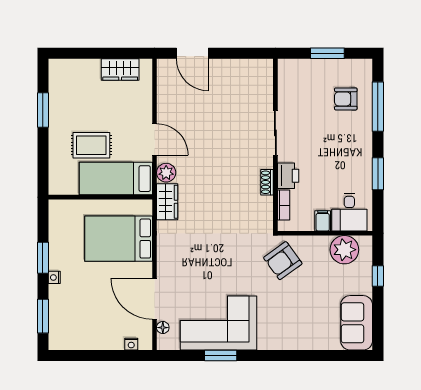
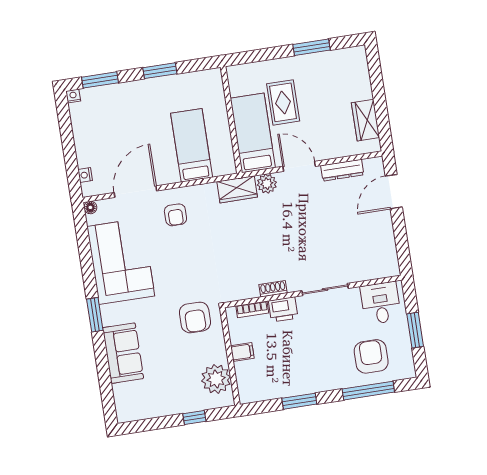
dresser: (164, 99) -> (342, 170), added
armchair: (346, 99) -> (371, 356), width x1.38, depth x1.38
door: (154, 139) -> (299, 166), swing flipped
desk: (349, 212) -> (381, 303), moved, turned 90
bed: (119, 239) -> (192, 145), width x0.67
armchair: (283, 261) -> (195, 317), turned -144
armchair: (182, 264) -> (175, 215), added
nightstand: (54, 277) -> (73, 96), moved
sofa: (357, 323) -> (123, 353), moved, turned 90
floor lamp: (163, 328) -> (90, 207), moved
window: (221, 356) -> (95, 315), moved

